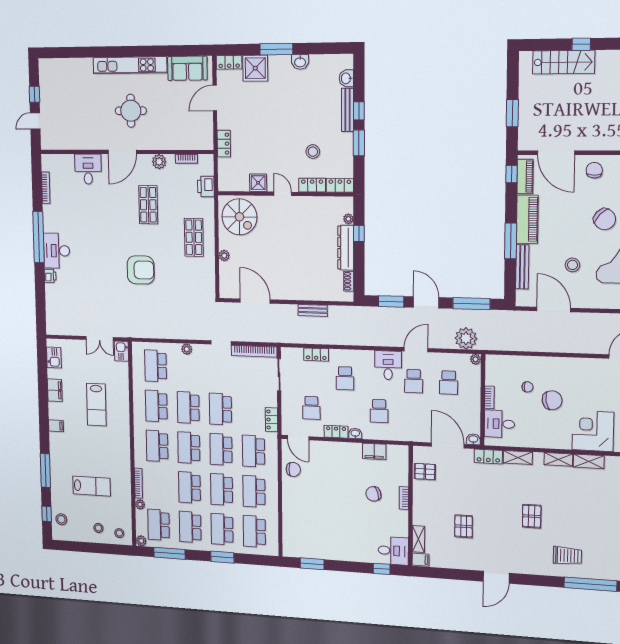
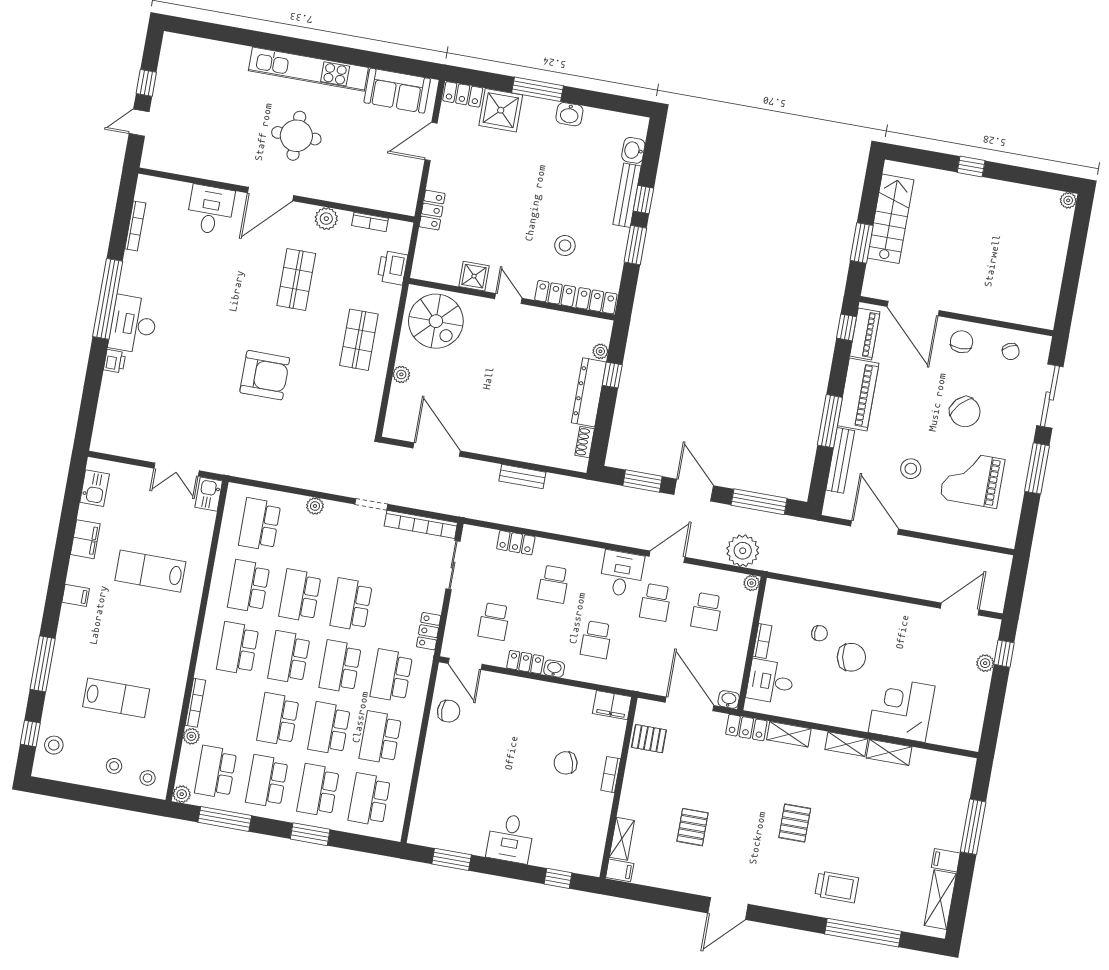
stairs: (564, 62) -> (891, 219), moved, turned -90
lab bench: (96, 405) -> (150, 571), turned 90
filing cabinet: (374, 451) -> (612, 705), moved
desk: (393, 551) -> (510, 838), moved, turned 90

